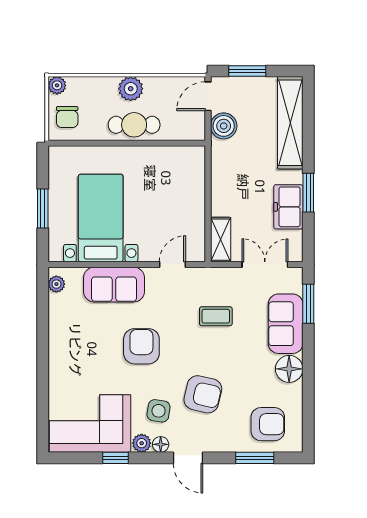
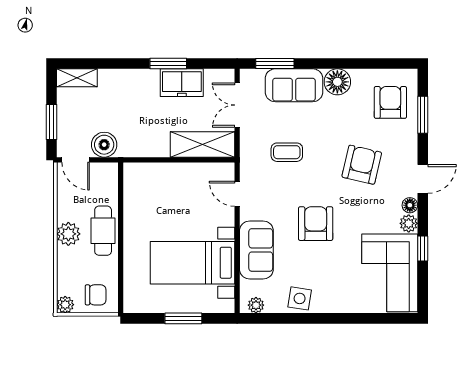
shelving: (290, 123) -> (77, 78), width x0.45, depth x0.75
shelving: (221, 240) -> (203, 144), width x1.50, depth x1.33
coffee table: (216, 316) -> (287, 152), turned 90
armchair: (141, 346) -> (316, 224), turned 90
side table: (159, 411) -> (300, 298), moved

